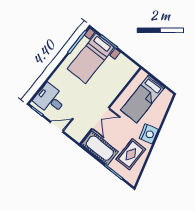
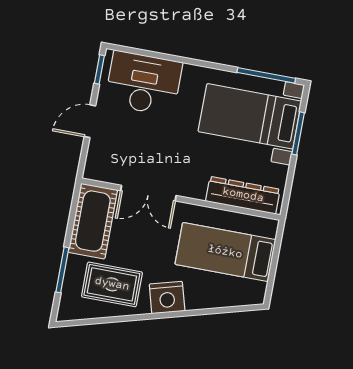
dresser: (123, 79) -> (243, 195), added
desk: (50, 99) -> (144, 83), width x1.37
door: (57, 127) -> (90, 121), swing flipped

